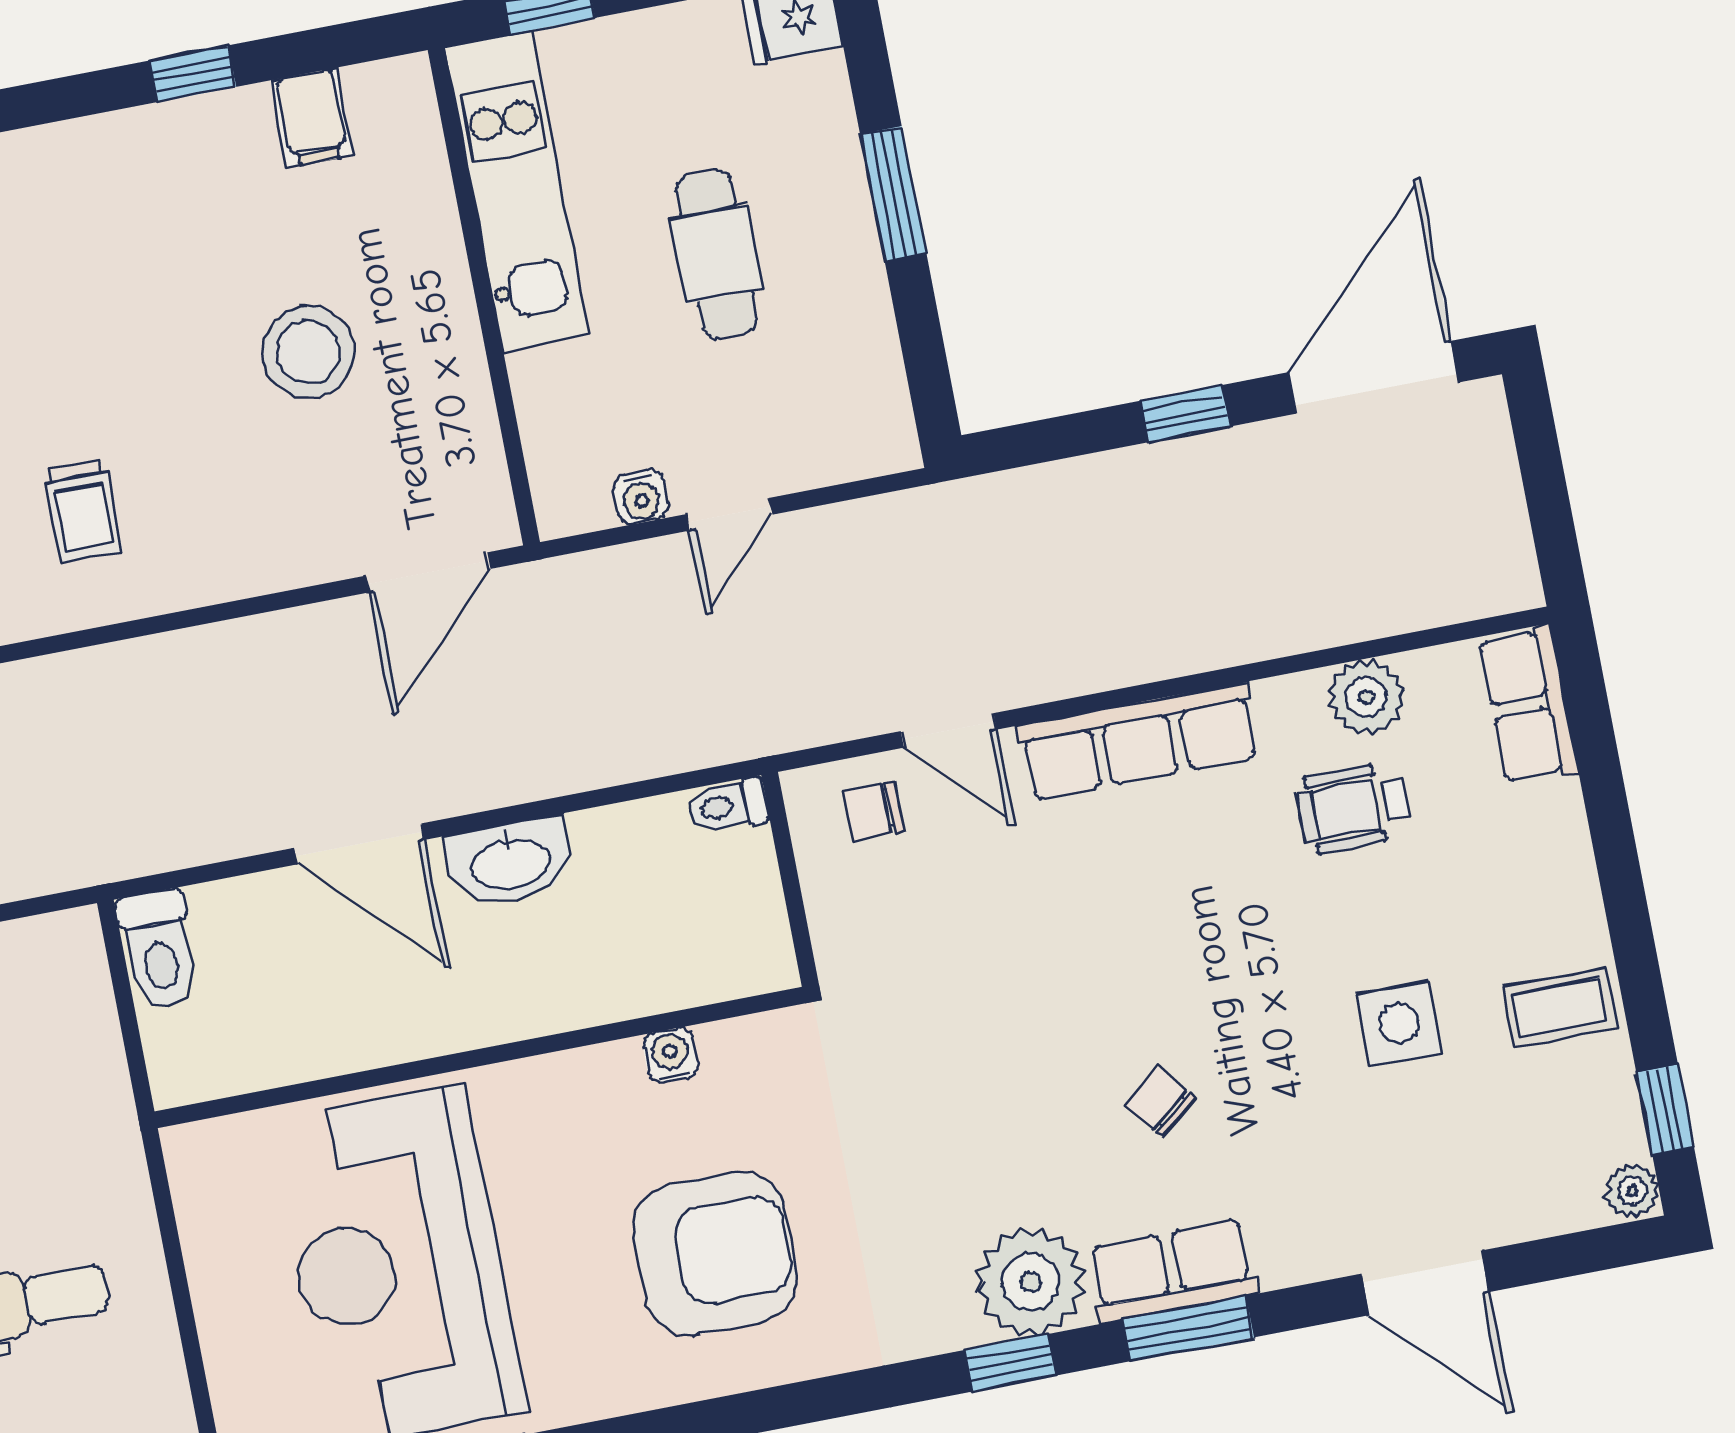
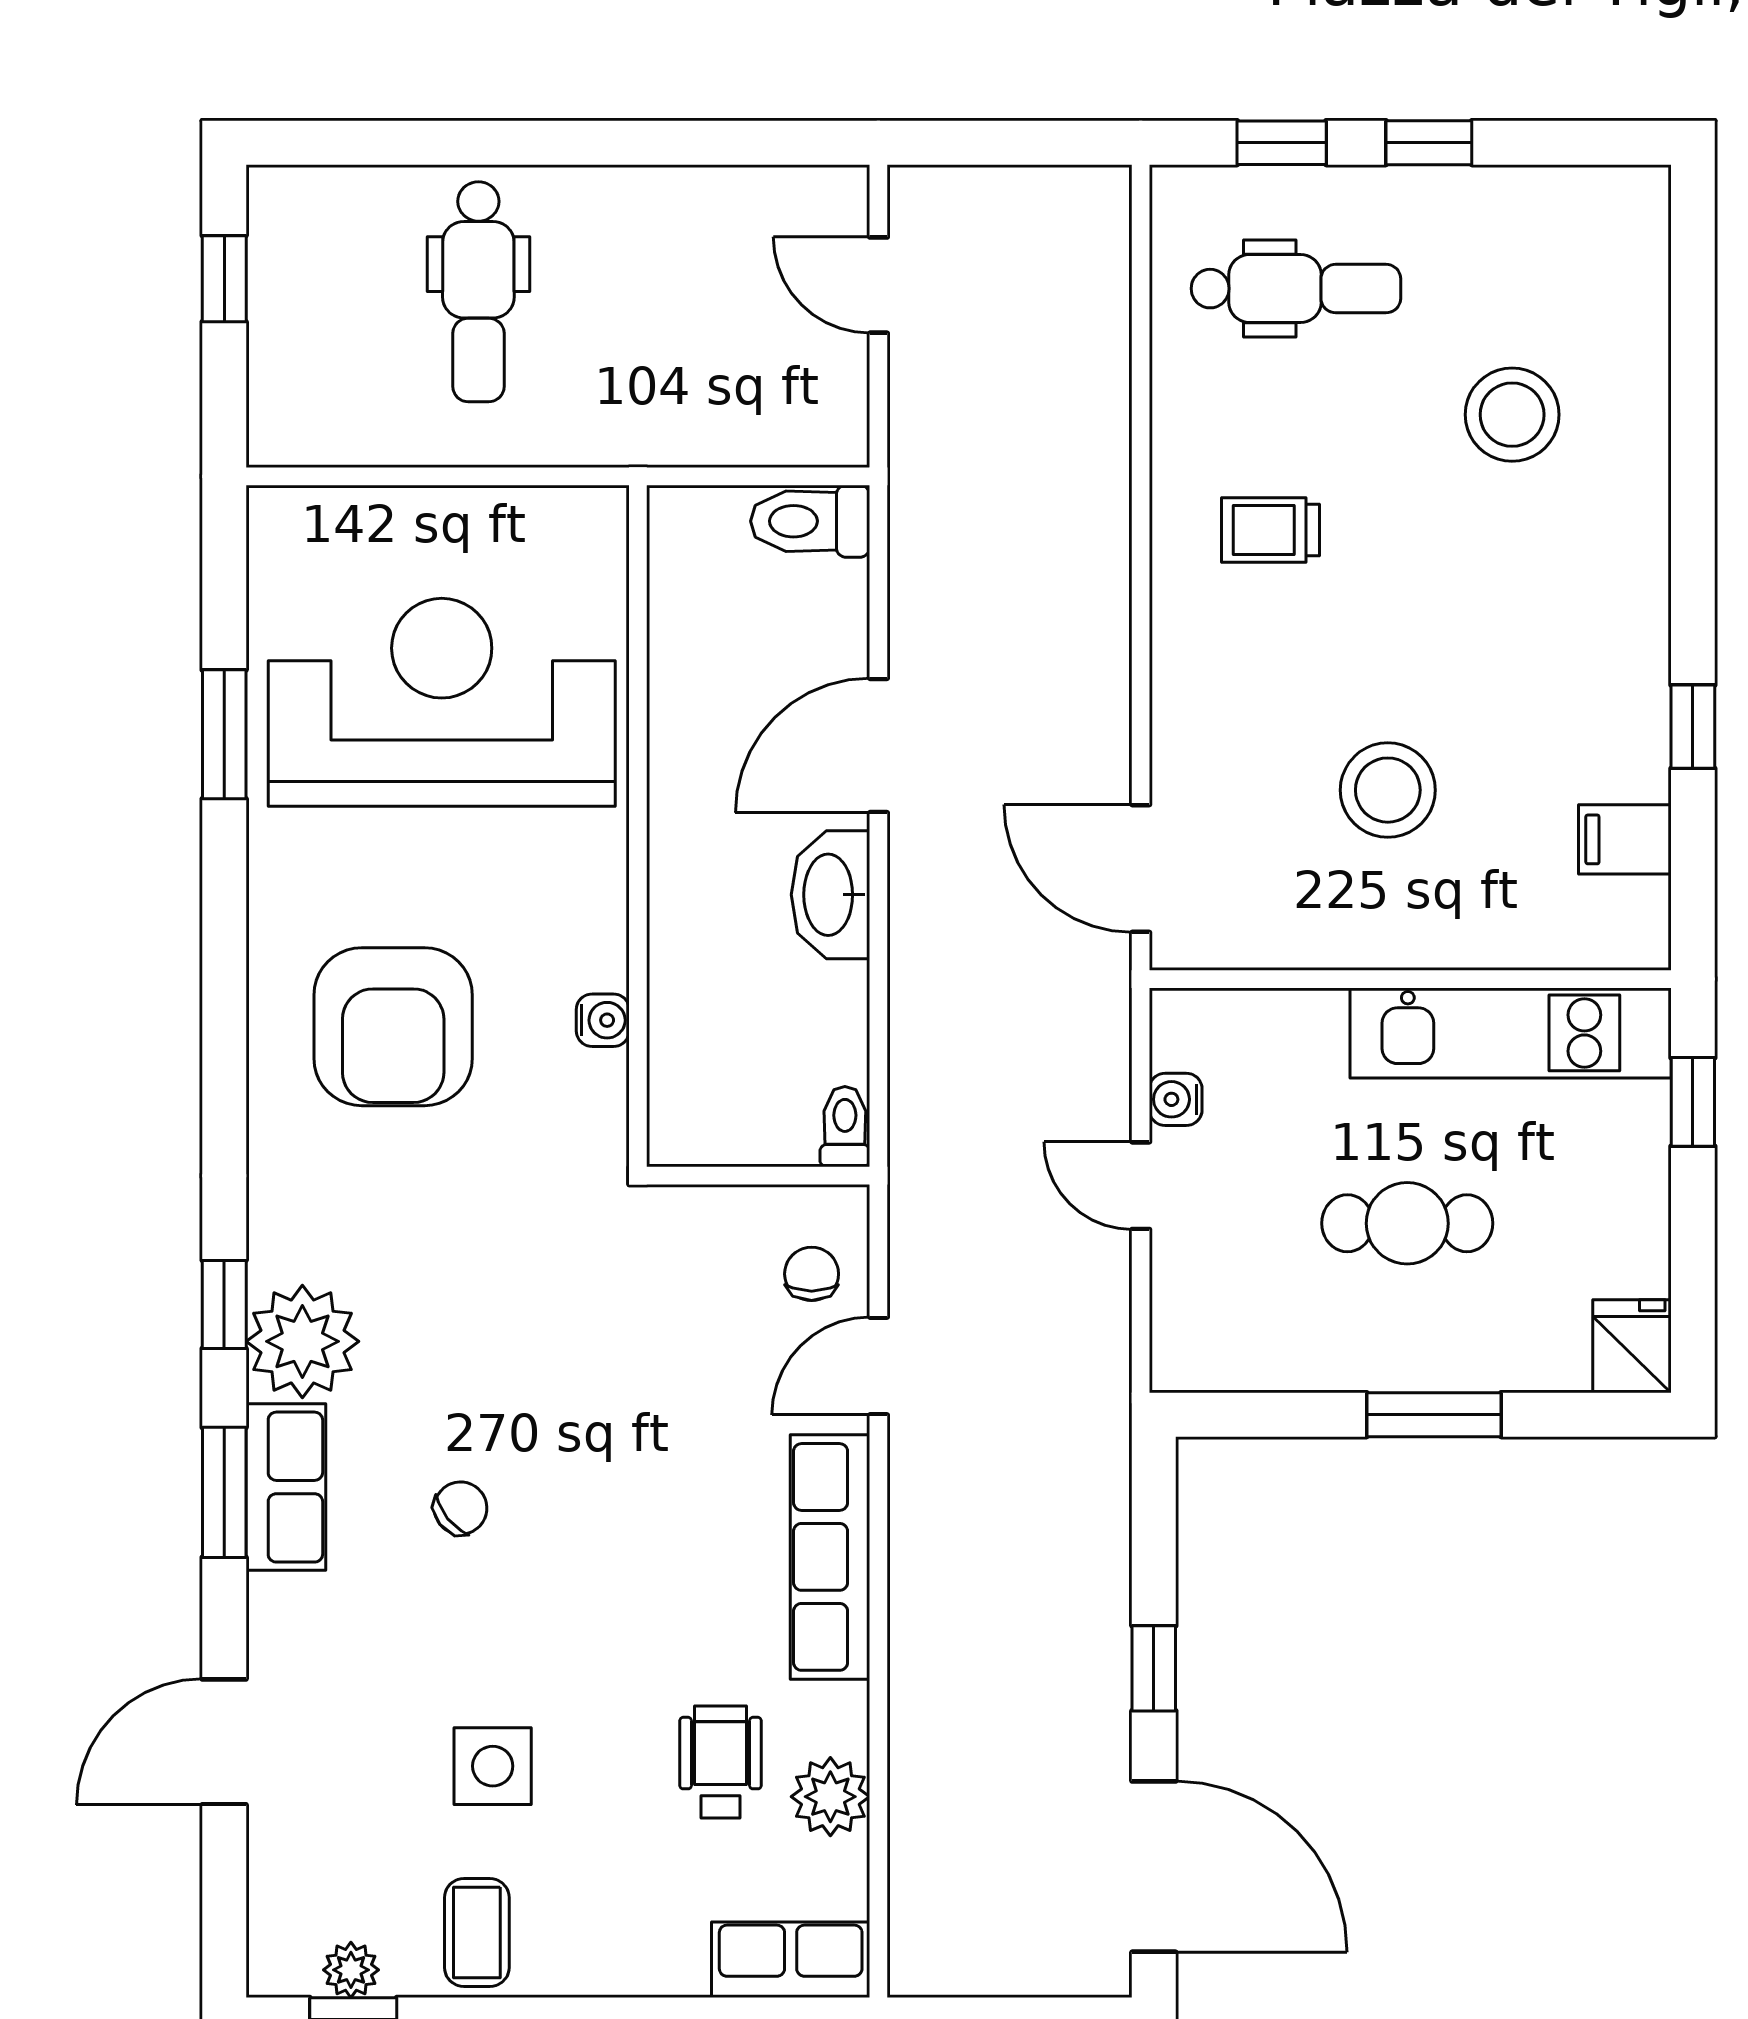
plant: (1632, 1191) -> (351, 1970), moved

